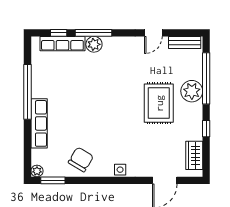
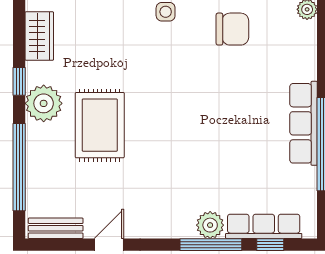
plant: (192, 91) -> (44, 103), moved
row of seats: (39, 123) -> (304, 123), moved
chair: (81, 159) -> (232, 29), turned -121

